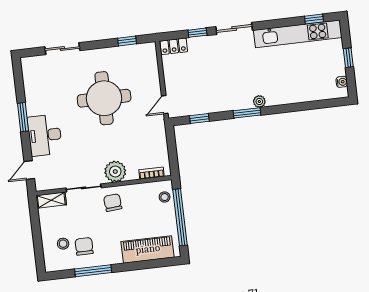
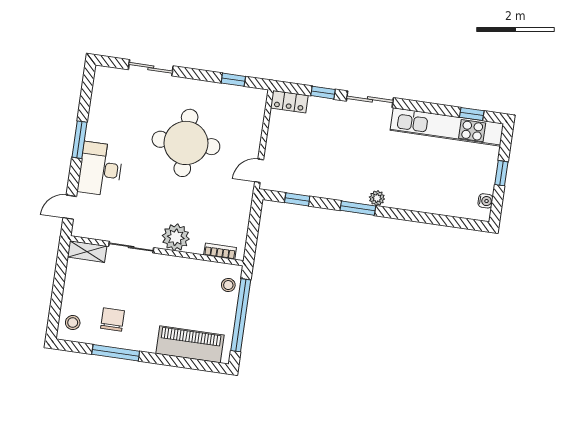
chair: (113, 203) -> (162, 275), removed
stool: (63, 244) -> (73, 323), moved

